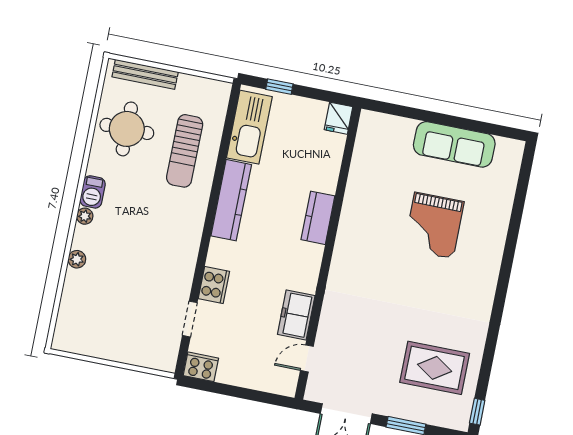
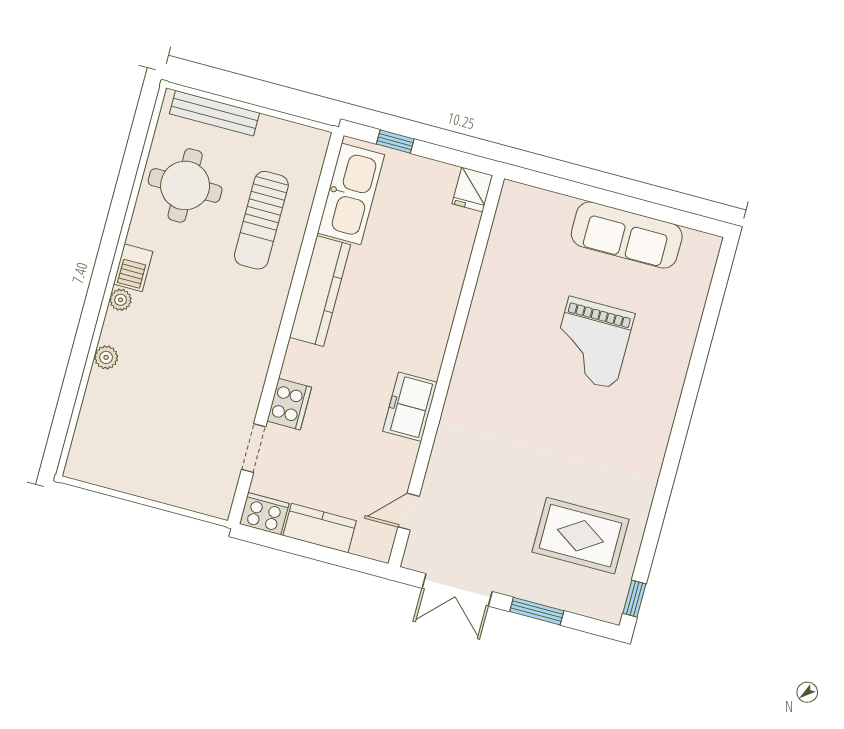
kitchen counter: (318, 218) -> (320, 528), moved, turned 90
freezer: (296, 315) -> (410, 407), moved

